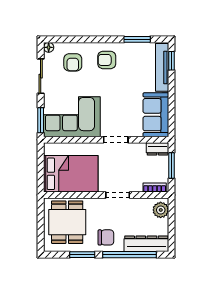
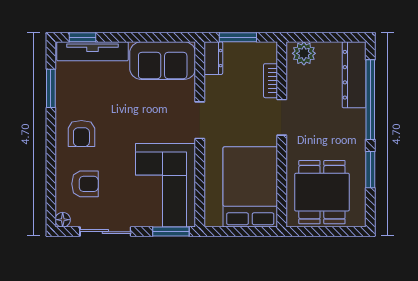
bookcase: (155, 187) -> (271, 81), moved
dining table: (67, 222) -> (322, 192), turned 90
chair: (106, 237) -> (345, 135), removed

